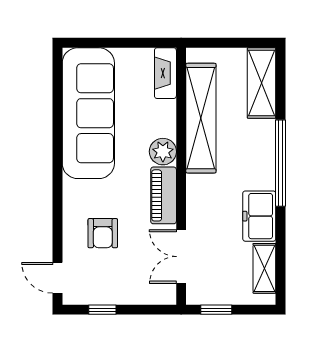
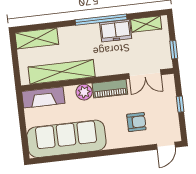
fireplace: (165, 73) -> (43, 97), width x1.37, depth x1.32
window: (281, 163) -> (101, 20), moved
window: (102, 310) -> (180, 104), moved

